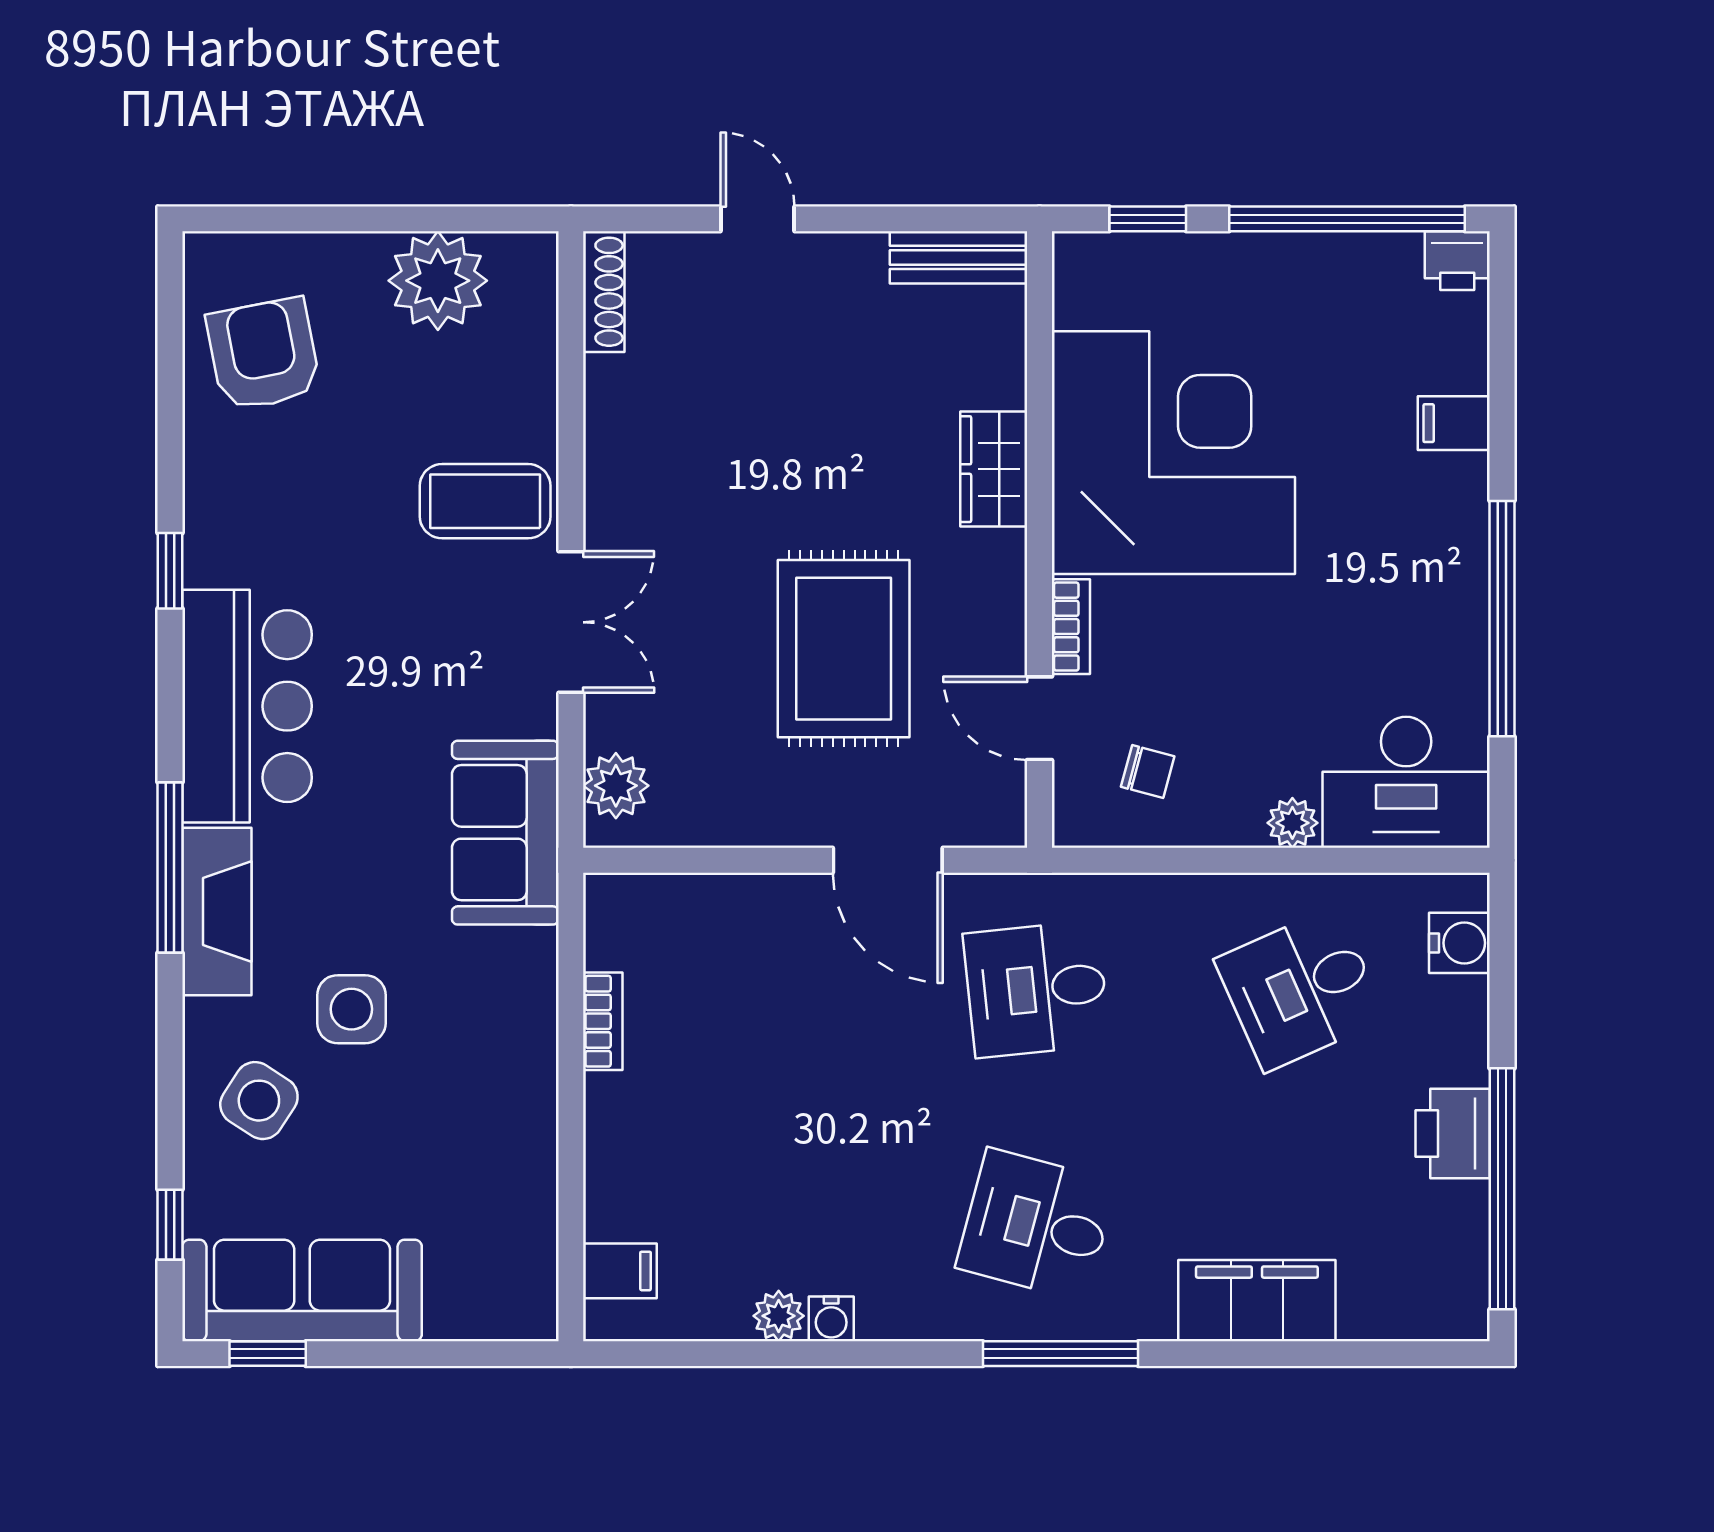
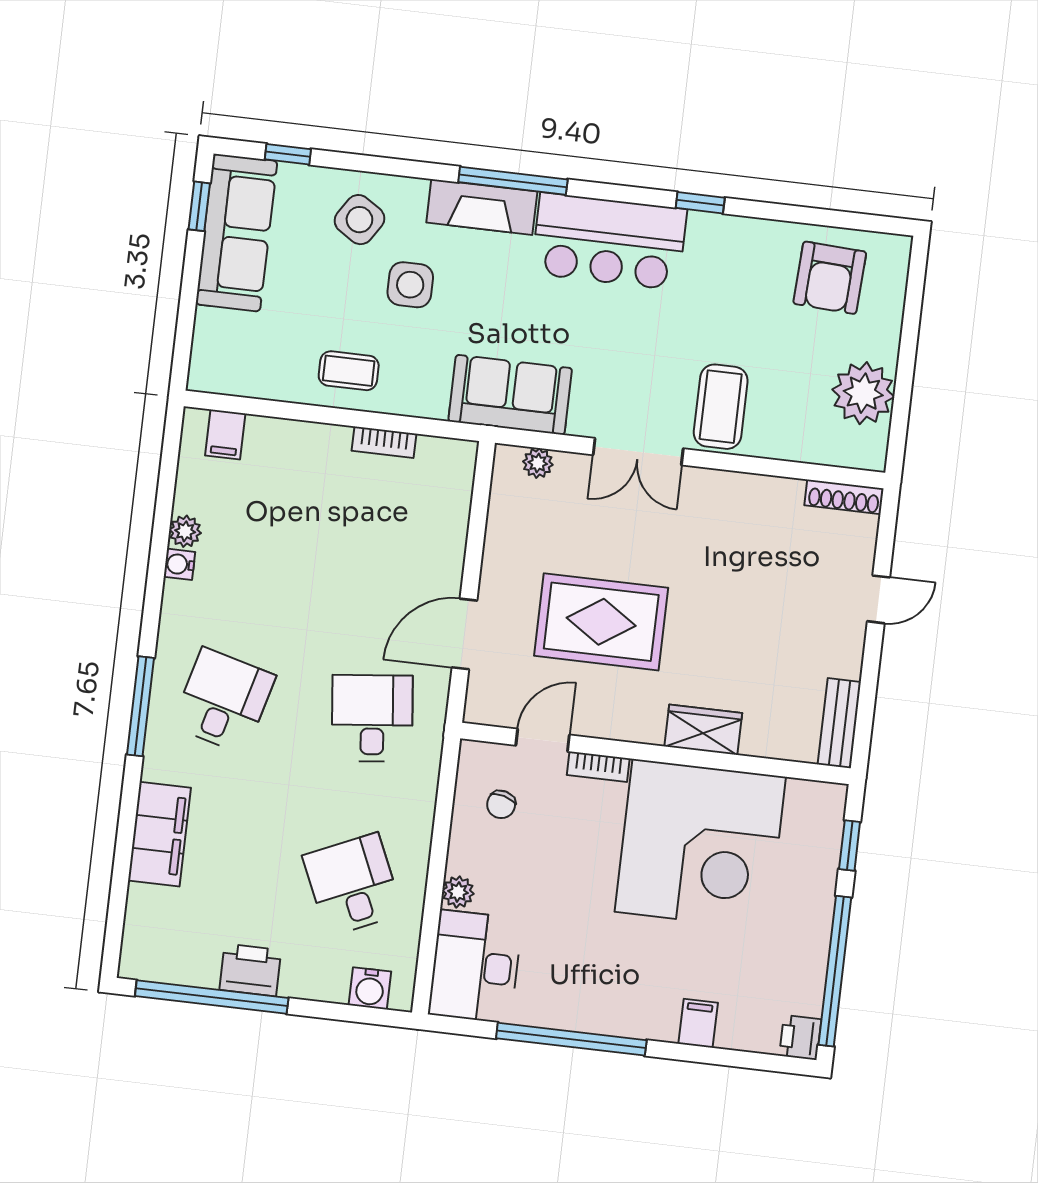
armchair: (263, 354) -> (830, 278), turned 104
plant: (616, 786) -> (538, 463), width x0.73, depth x0.73
coffee table: (497, 1090) -> (349, 371), added

